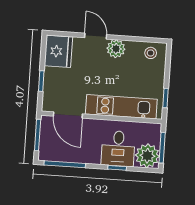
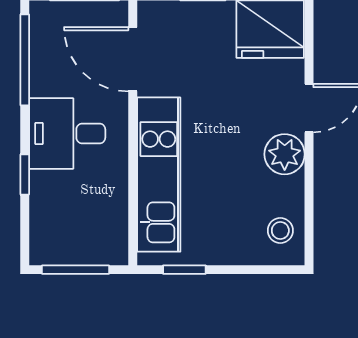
door: (68, 115) -> (133, 59), hinge flipped
desk: (118, 148) -> (67, 134), moved
plant: (147, 156) -> (56, 239), removed

